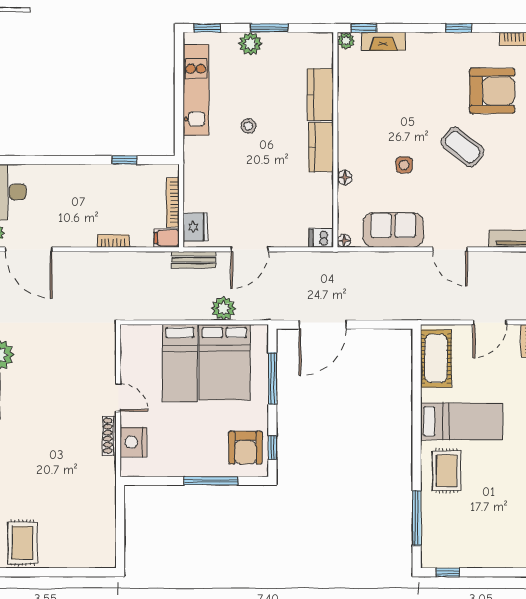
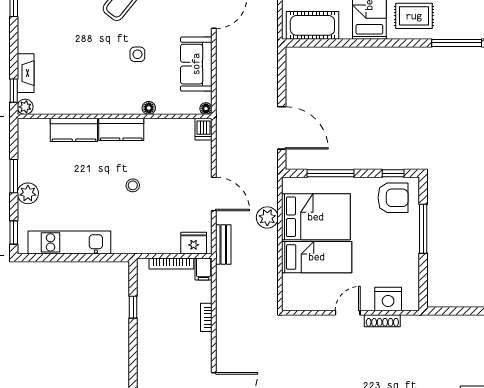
stool: (248, 126) -> (133, 185), moved

